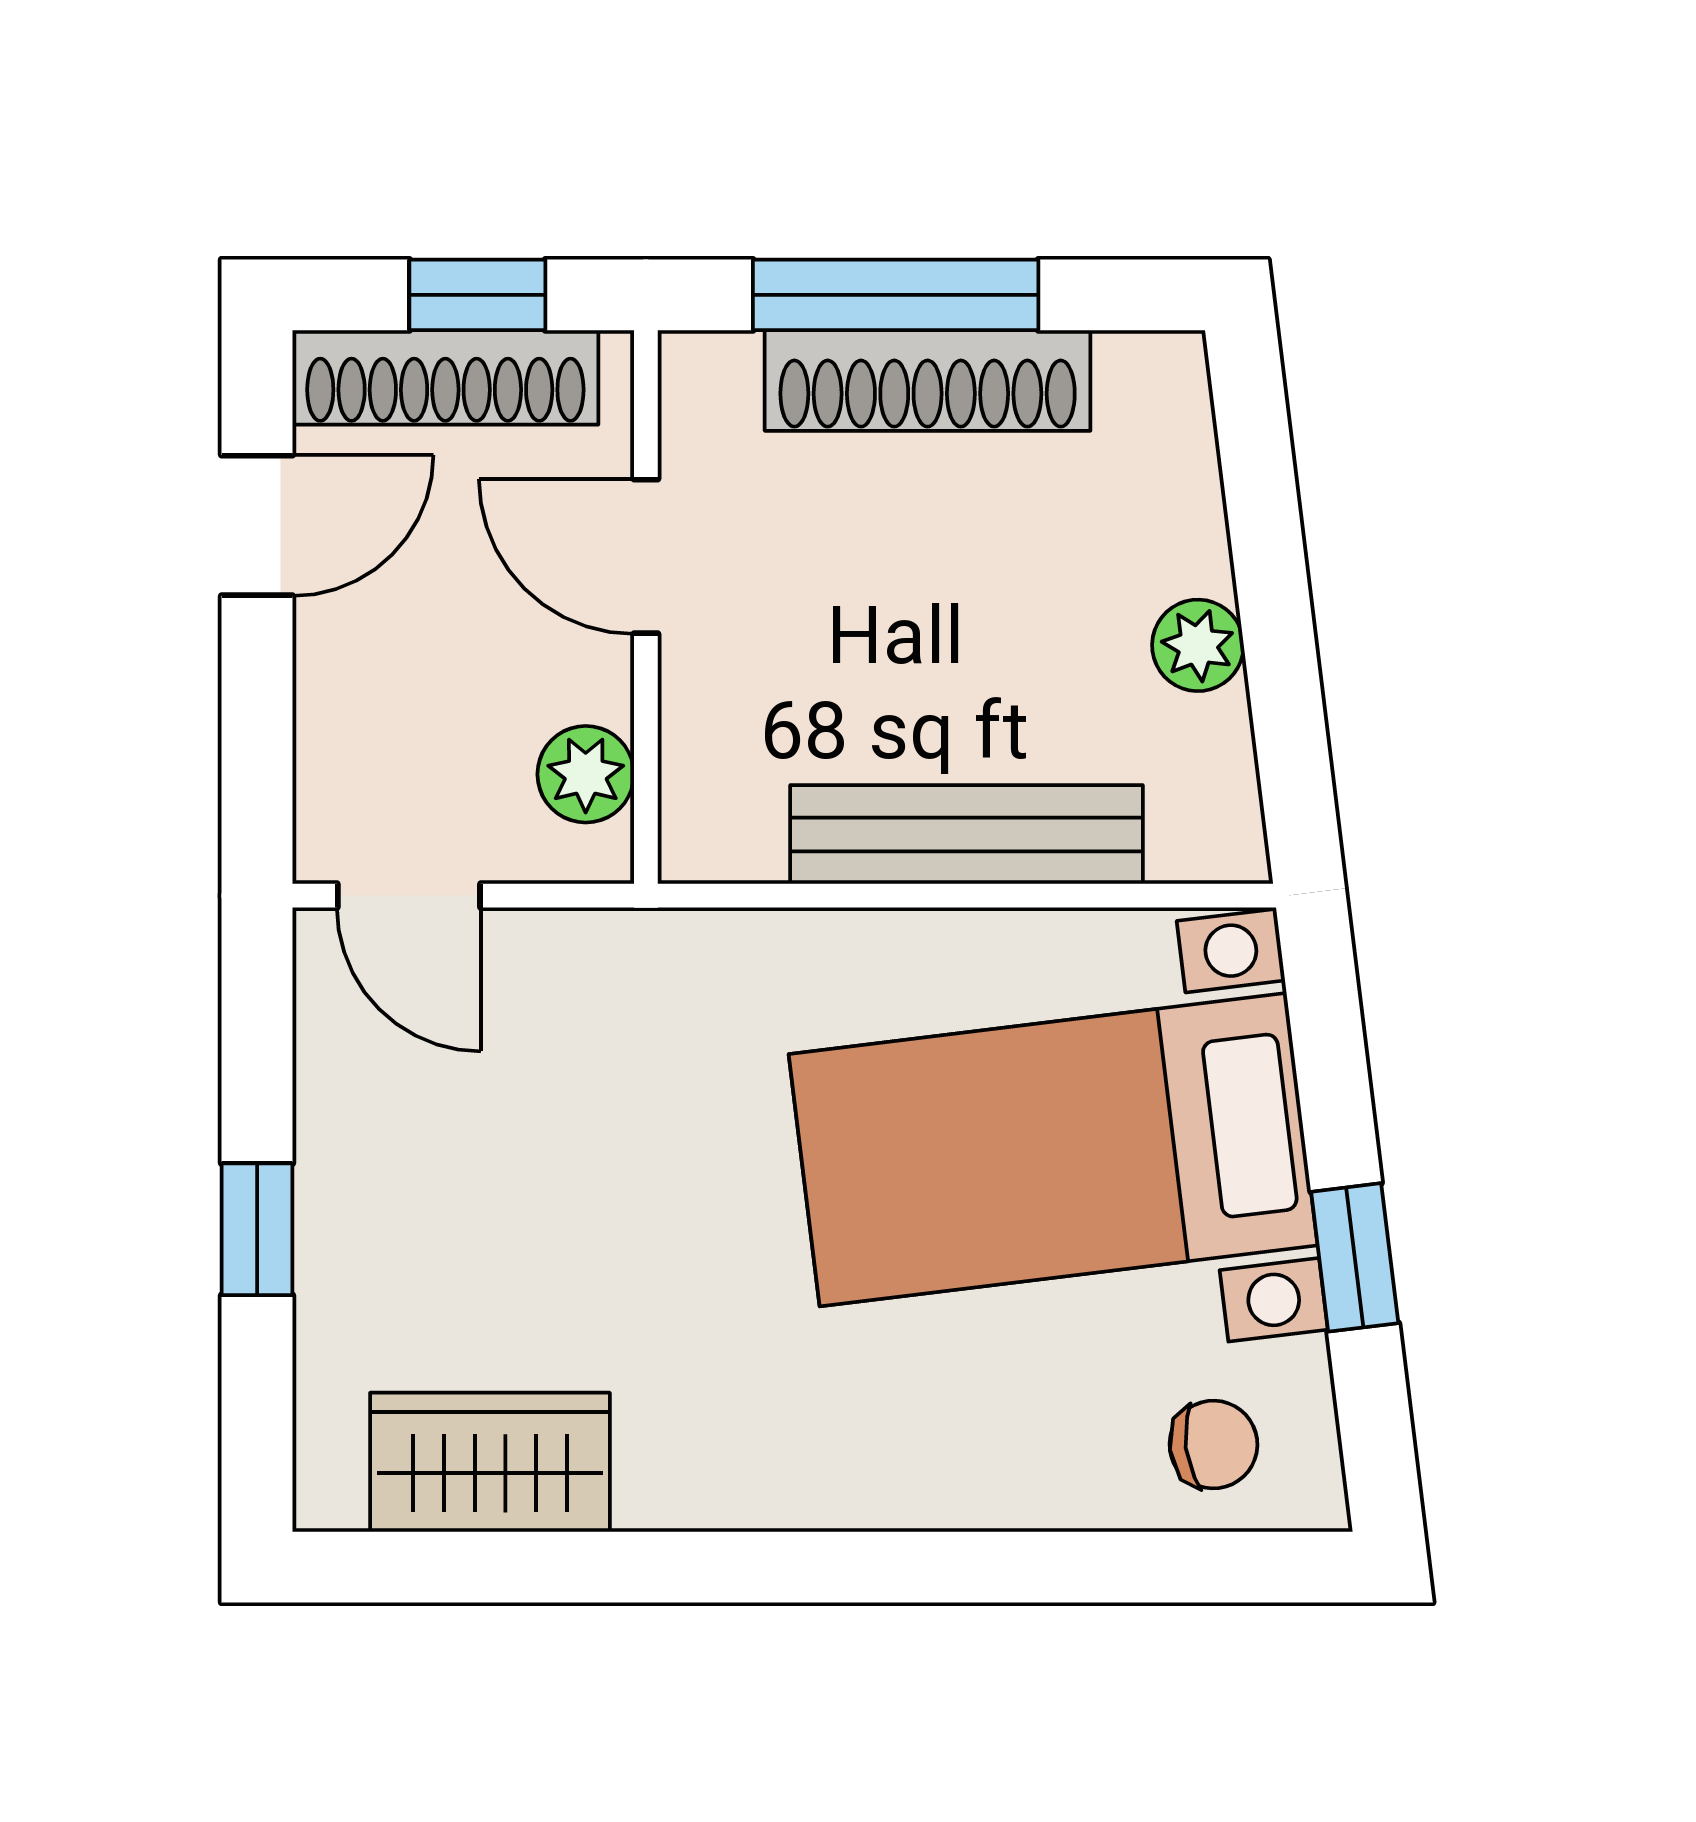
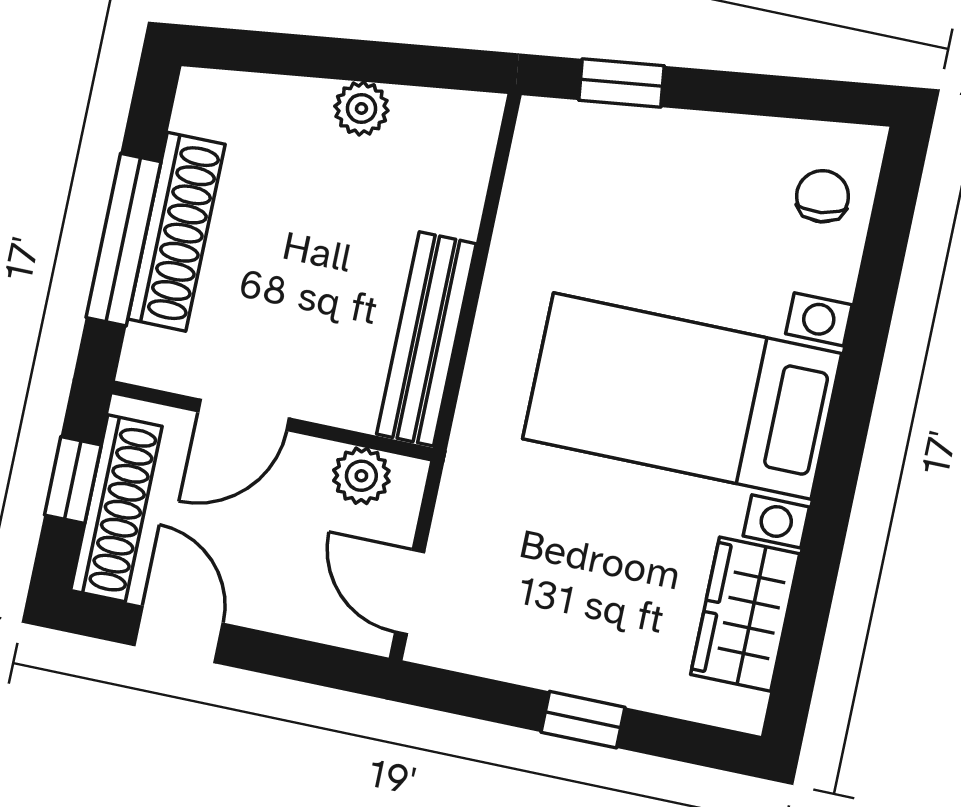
bench: (966, 834) -> (426, 339), moved
door: (409, 896) -> (410, 592), swing flipped
bed with nightstands: (1053, 1150) -> (682, 396), moved, turned 97
window: (1355, 1257) -> (622, 83), moved

